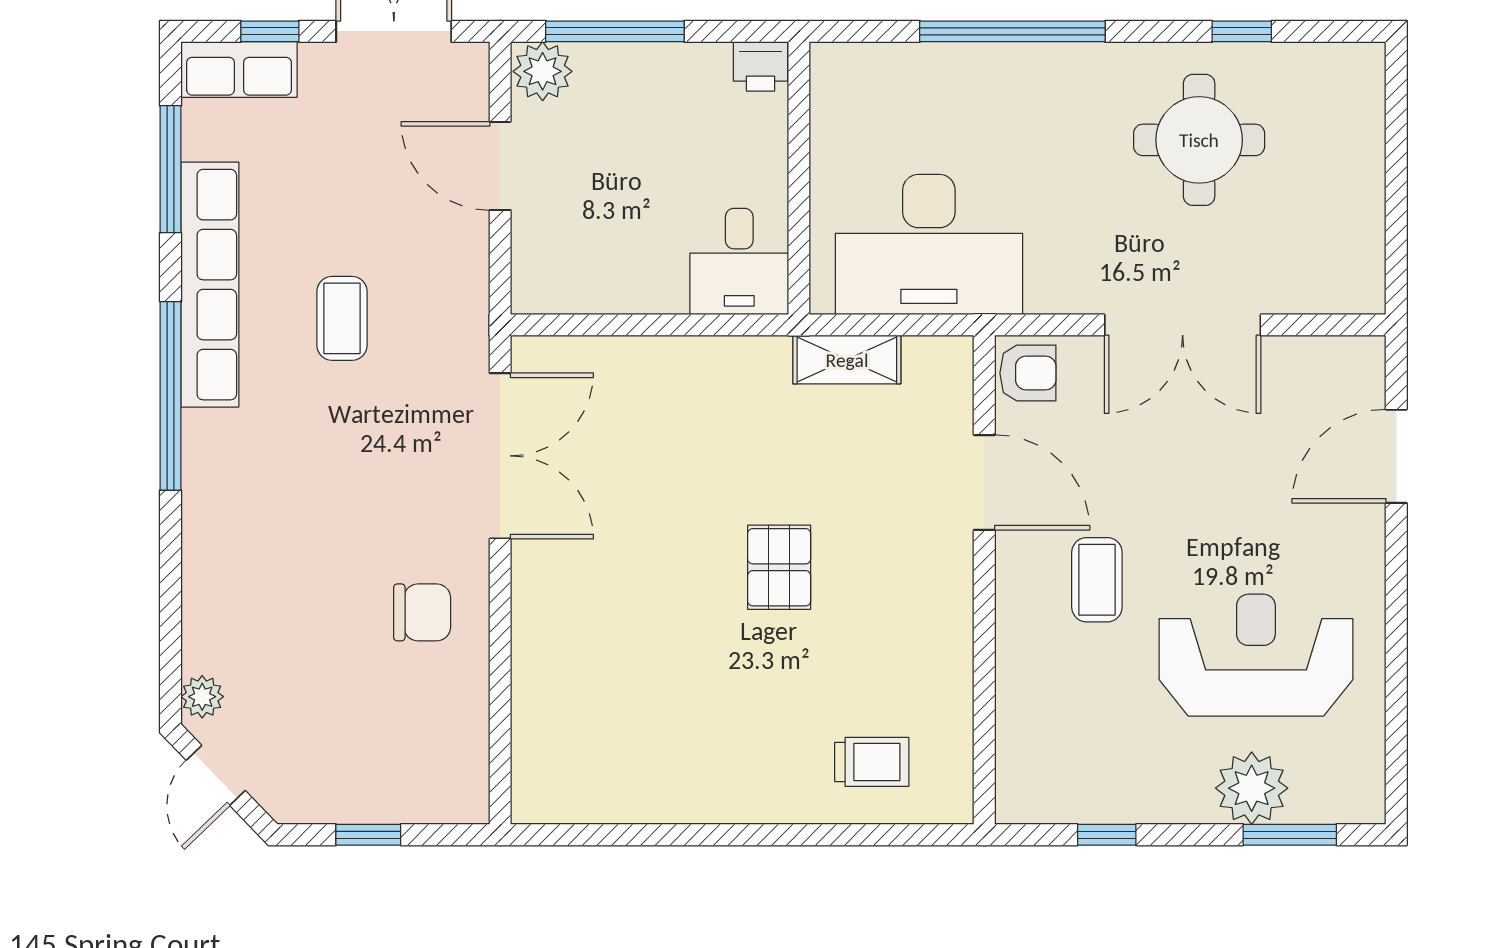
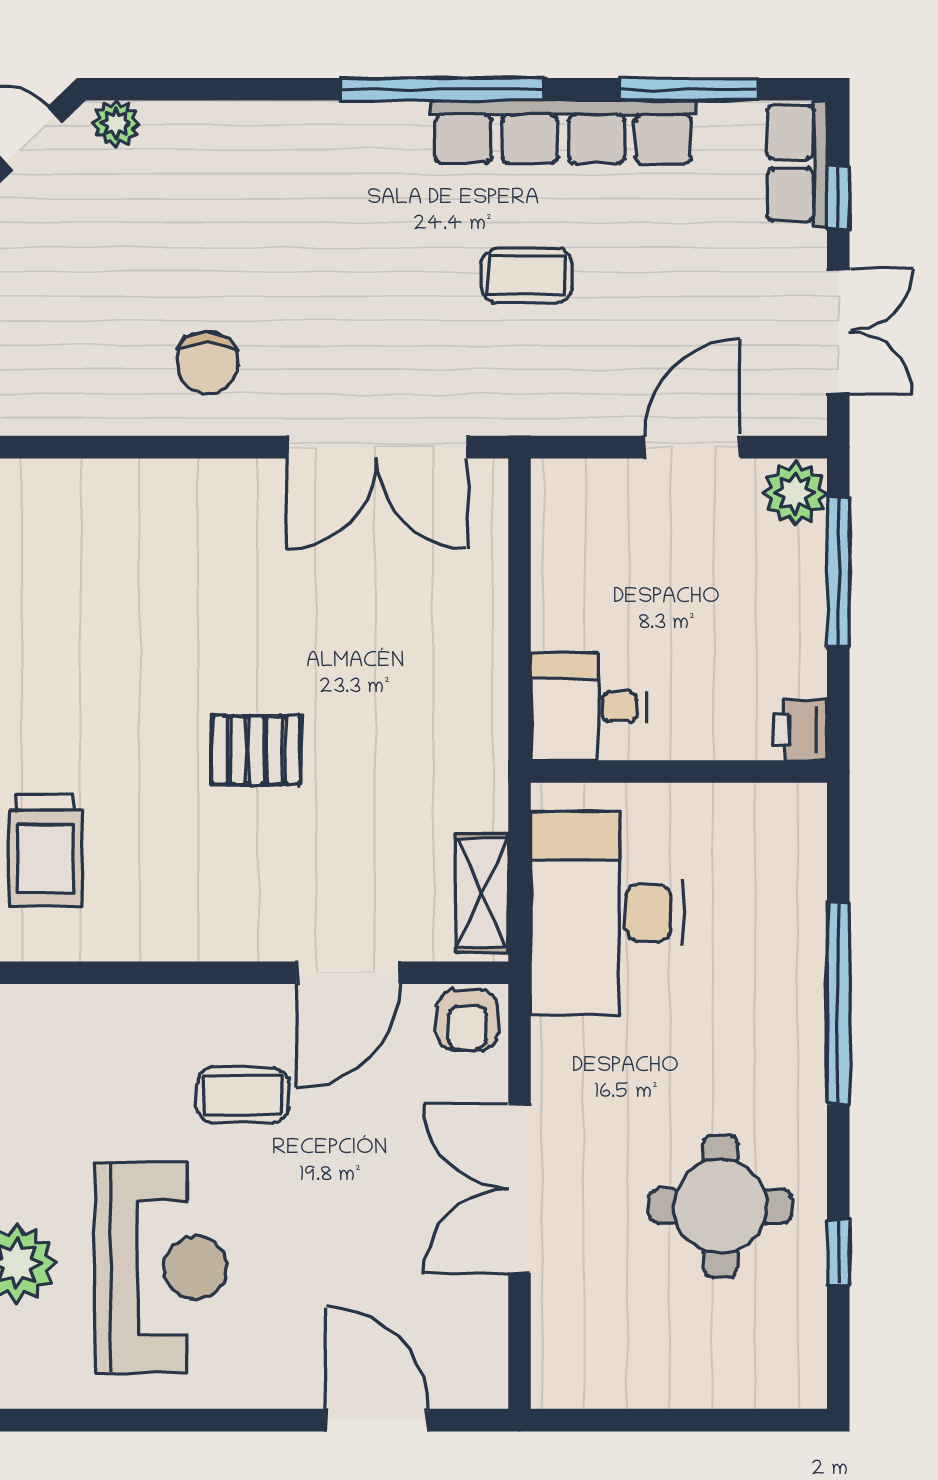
shelving: (847, 360) -> (482, 893), moved
trolley: (872, 762) -> (45, 851), width x1.36, depth x1.39

